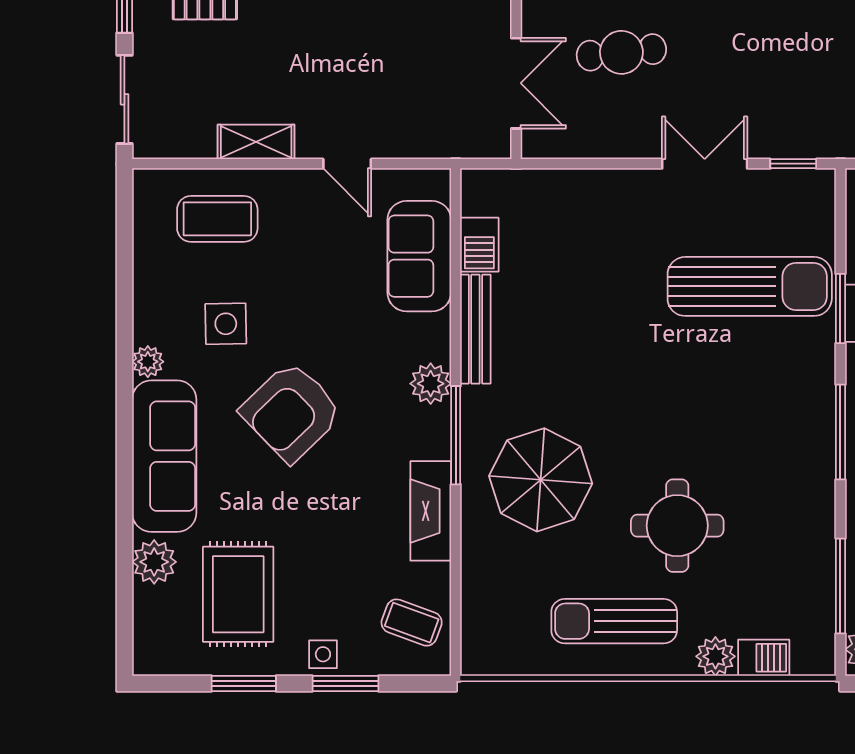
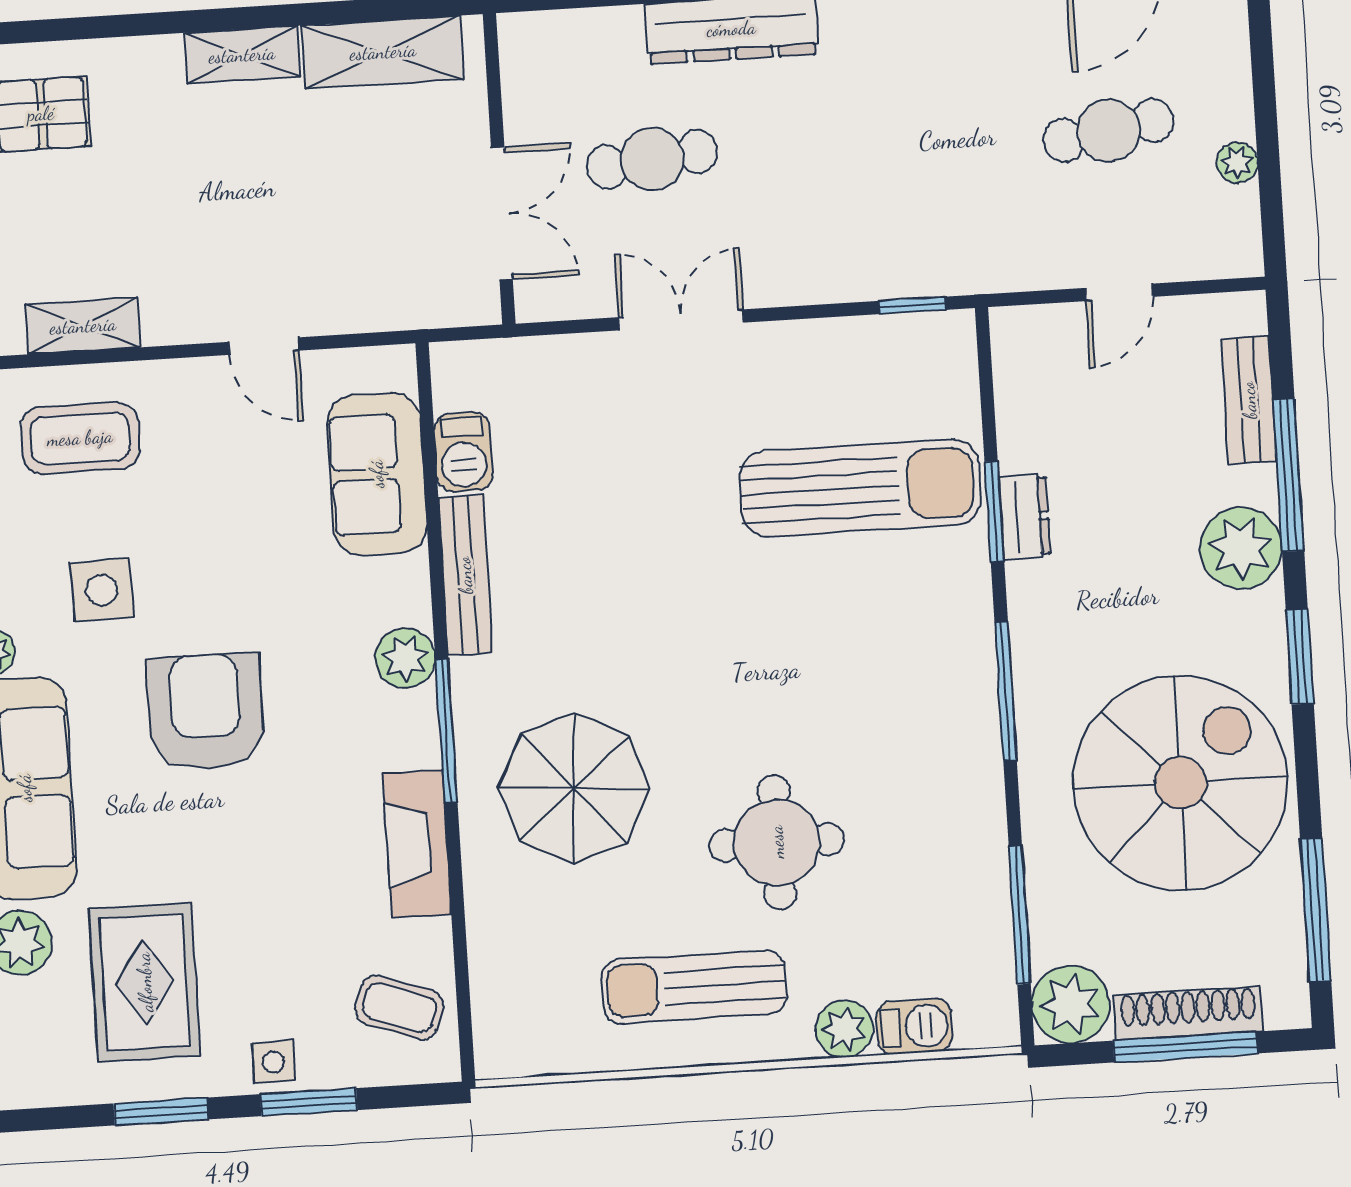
shelving: (256, 142) -> (83, 326), moved
double door: (705, 164) -> (681, 320), moved
armchair: (291, 412) -> (205, 712), turned 134

